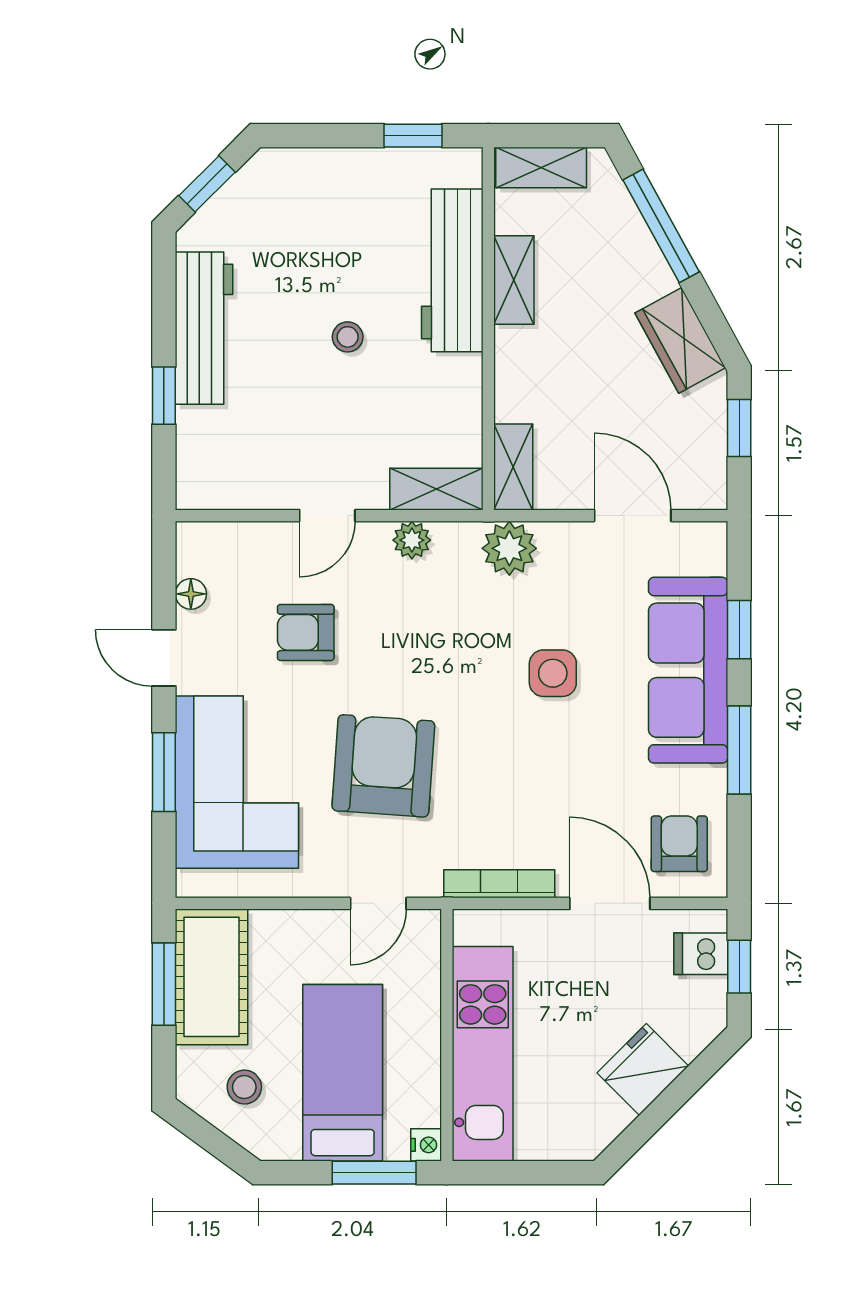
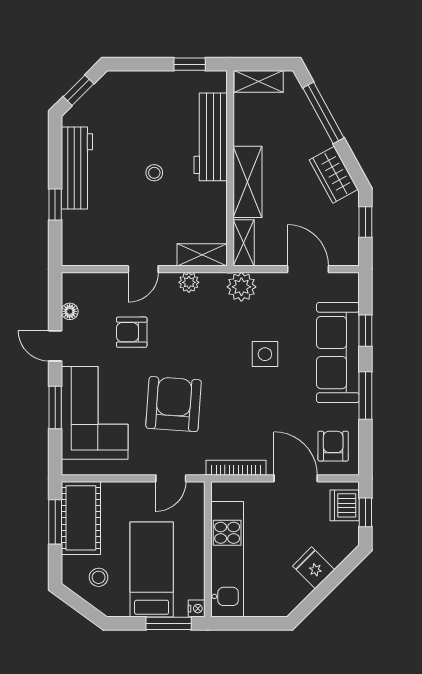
shelving: (514, 280) -> (248, 182), moved, width x1.50, depth x1.33
dishwasher: (701, 954) -> (345, 505), width x1.38
fridge: (643, 1069) -> (314, 568), width x0.72

